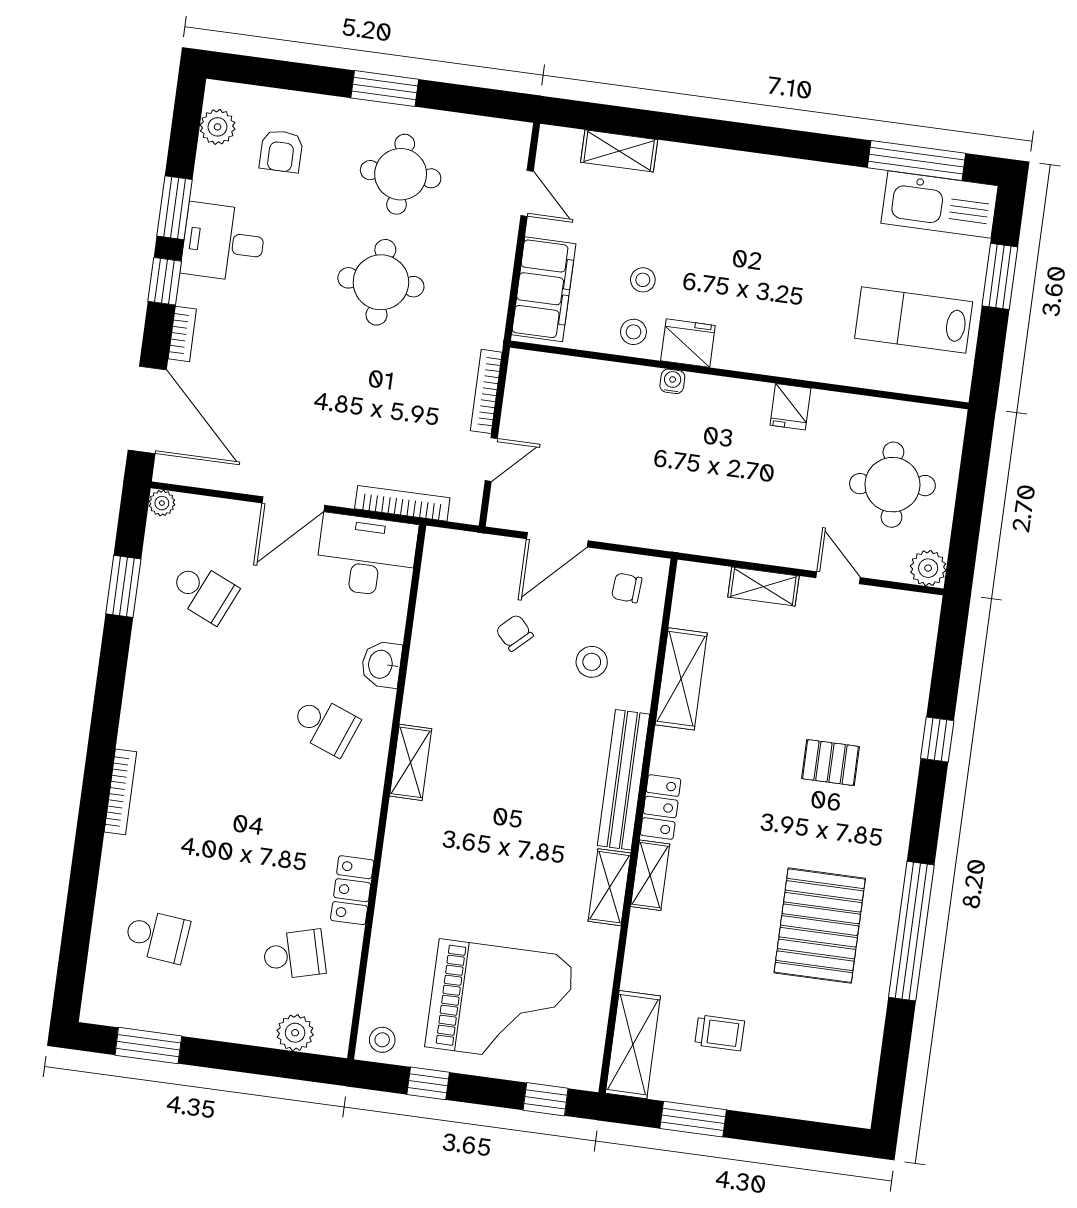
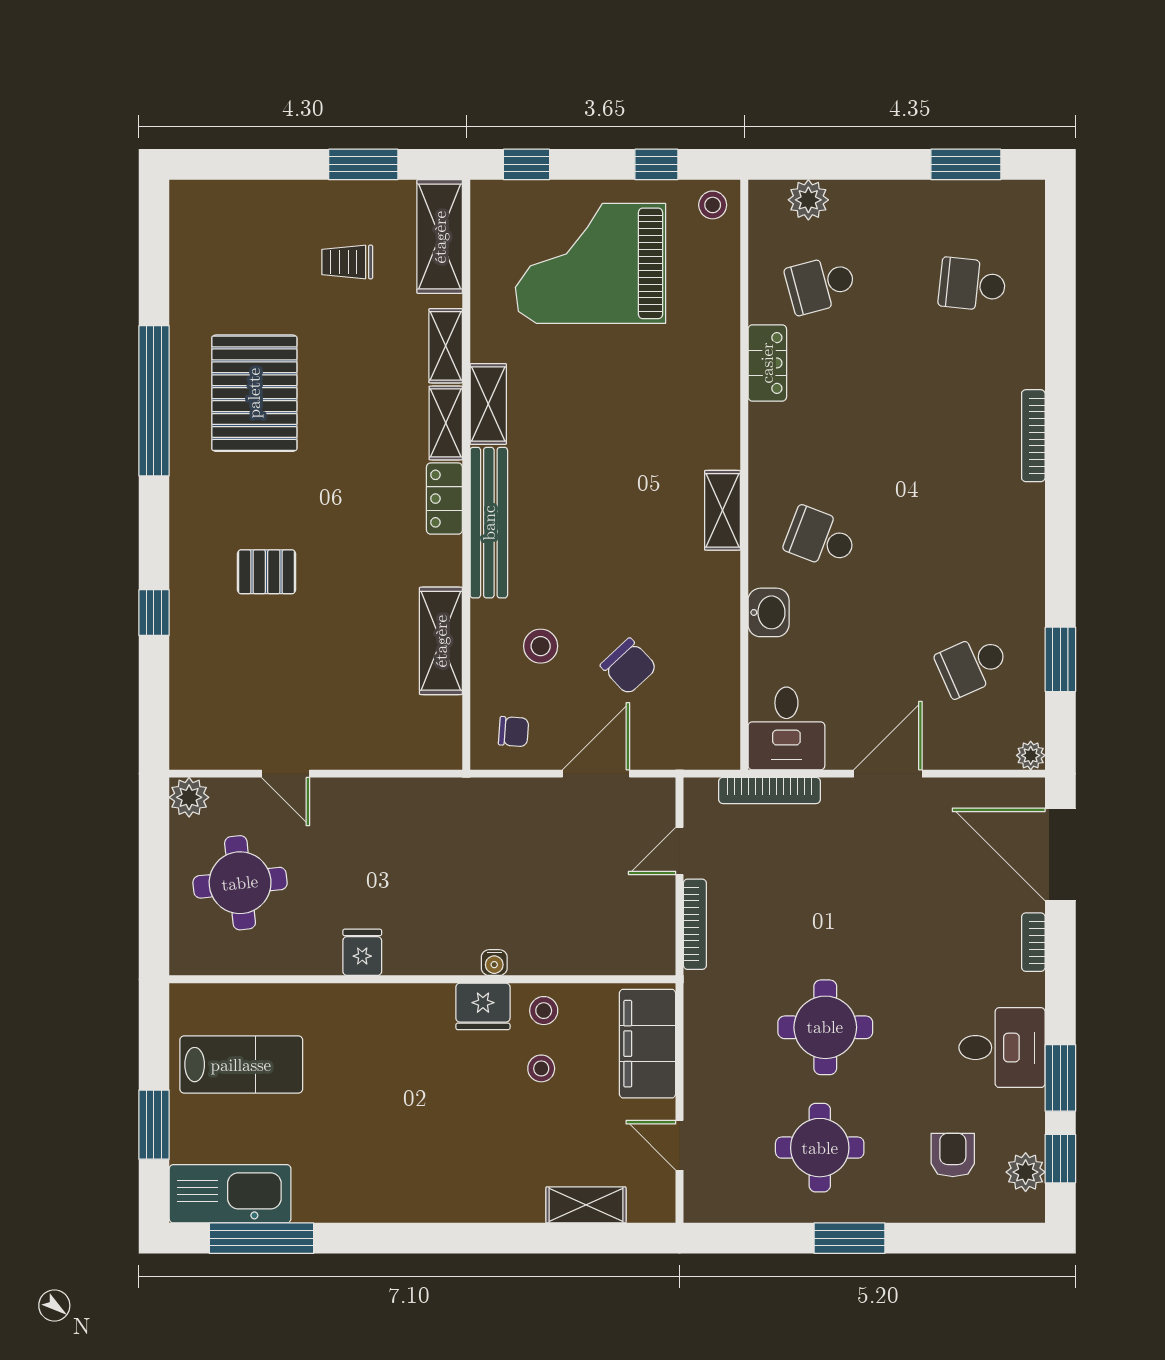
window: (165, 281) -> (1060, 1159), moved
desk: (367, 556) -> (786, 728), width x0.73
shelving: (763, 587) -> (446, 346), moved, turned 90
school desk: (204, 592) -> (972, 665), turned -48
chair: (515, 633) -> (629, 666), width x1.37, depth x1.37

